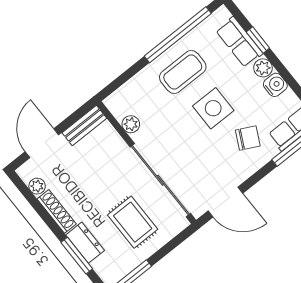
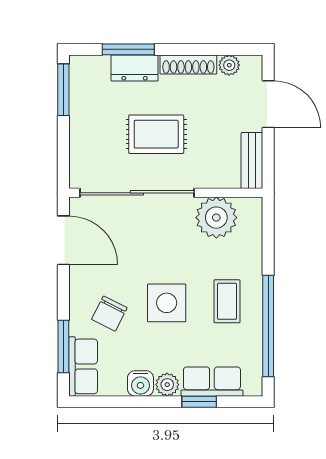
coffee table: (183, 72) -> (227, 301), width x0.73, depth x0.77
plant: (131, 124) -> (216, 218), width x1.88, depth x1.88
door: (225, 202) -> (63, 240), swing flipped
rug: (133, 222) -> (156, 134), moved

